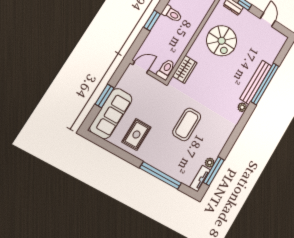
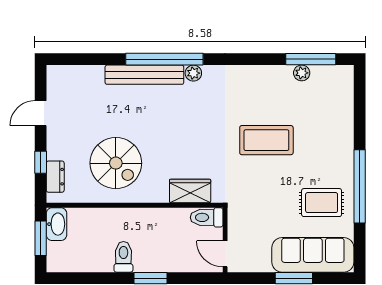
spiral stairs: (222, 41) -> (116, 163), turned 90
window: (265, 84) -> (164, 59), moved
window: (161, 176) -> (360, 186), moved
tv unit: (200, 179) -> (333, 73), removed

